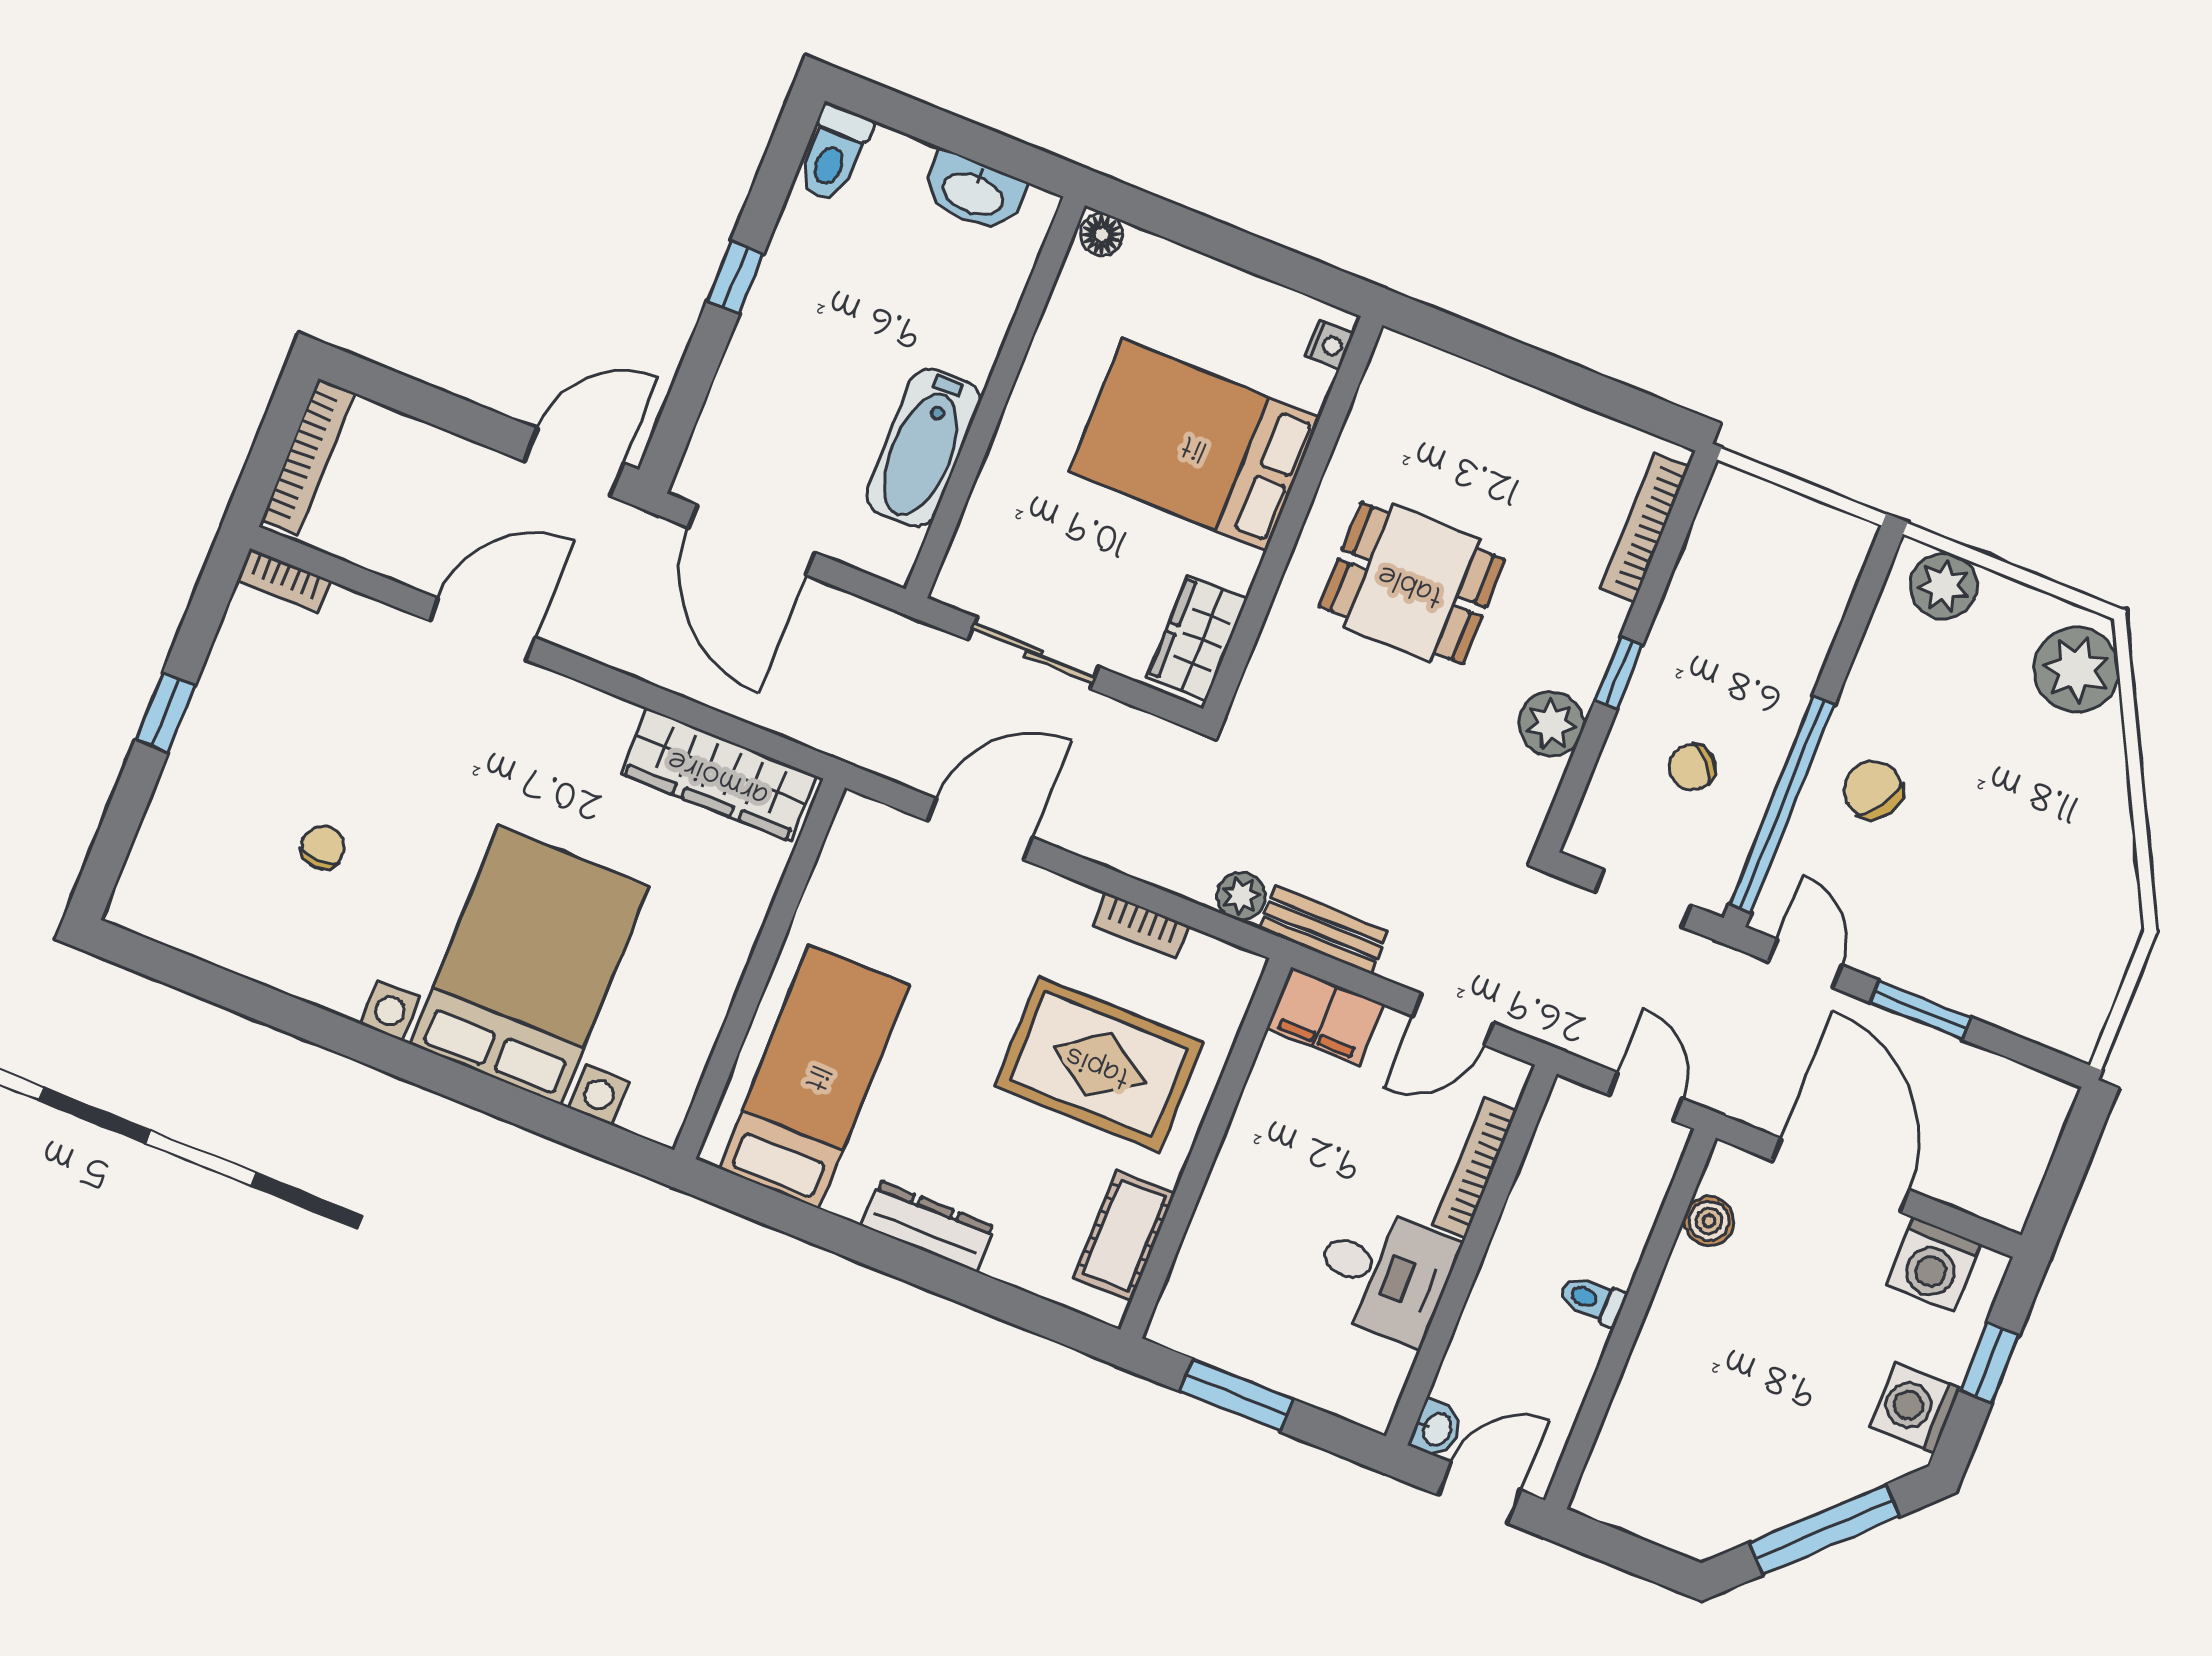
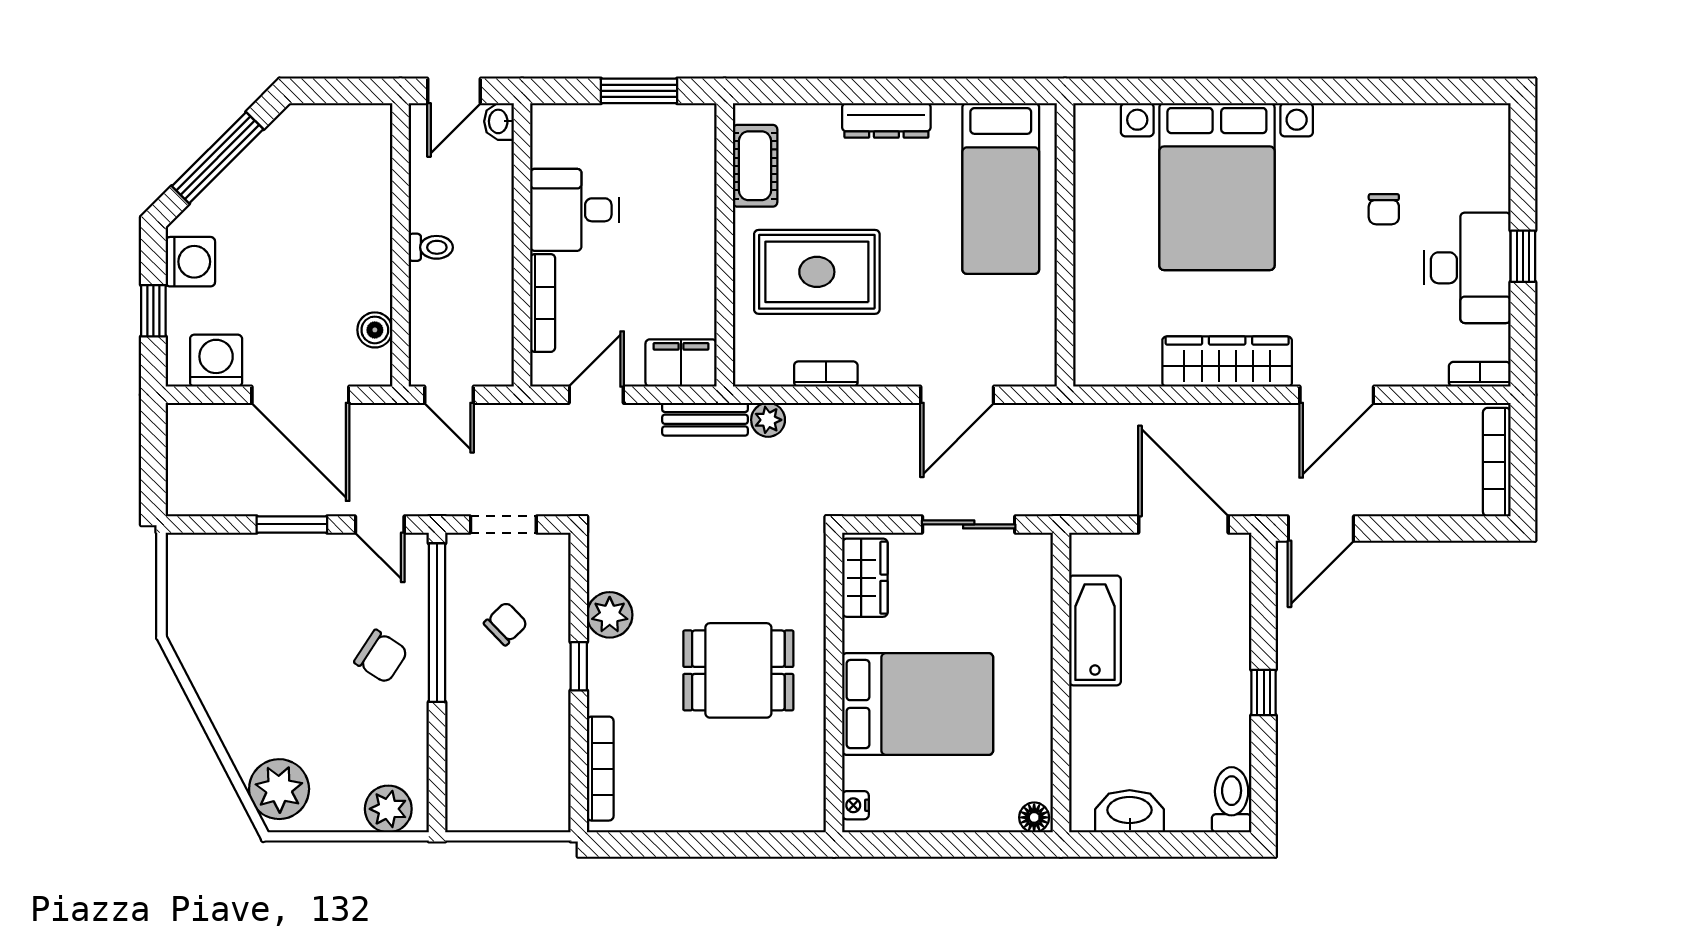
desk: (244, 727) -> (1467, 268), added
wardrobe: (719, 775) -> (1227, 362), moved

